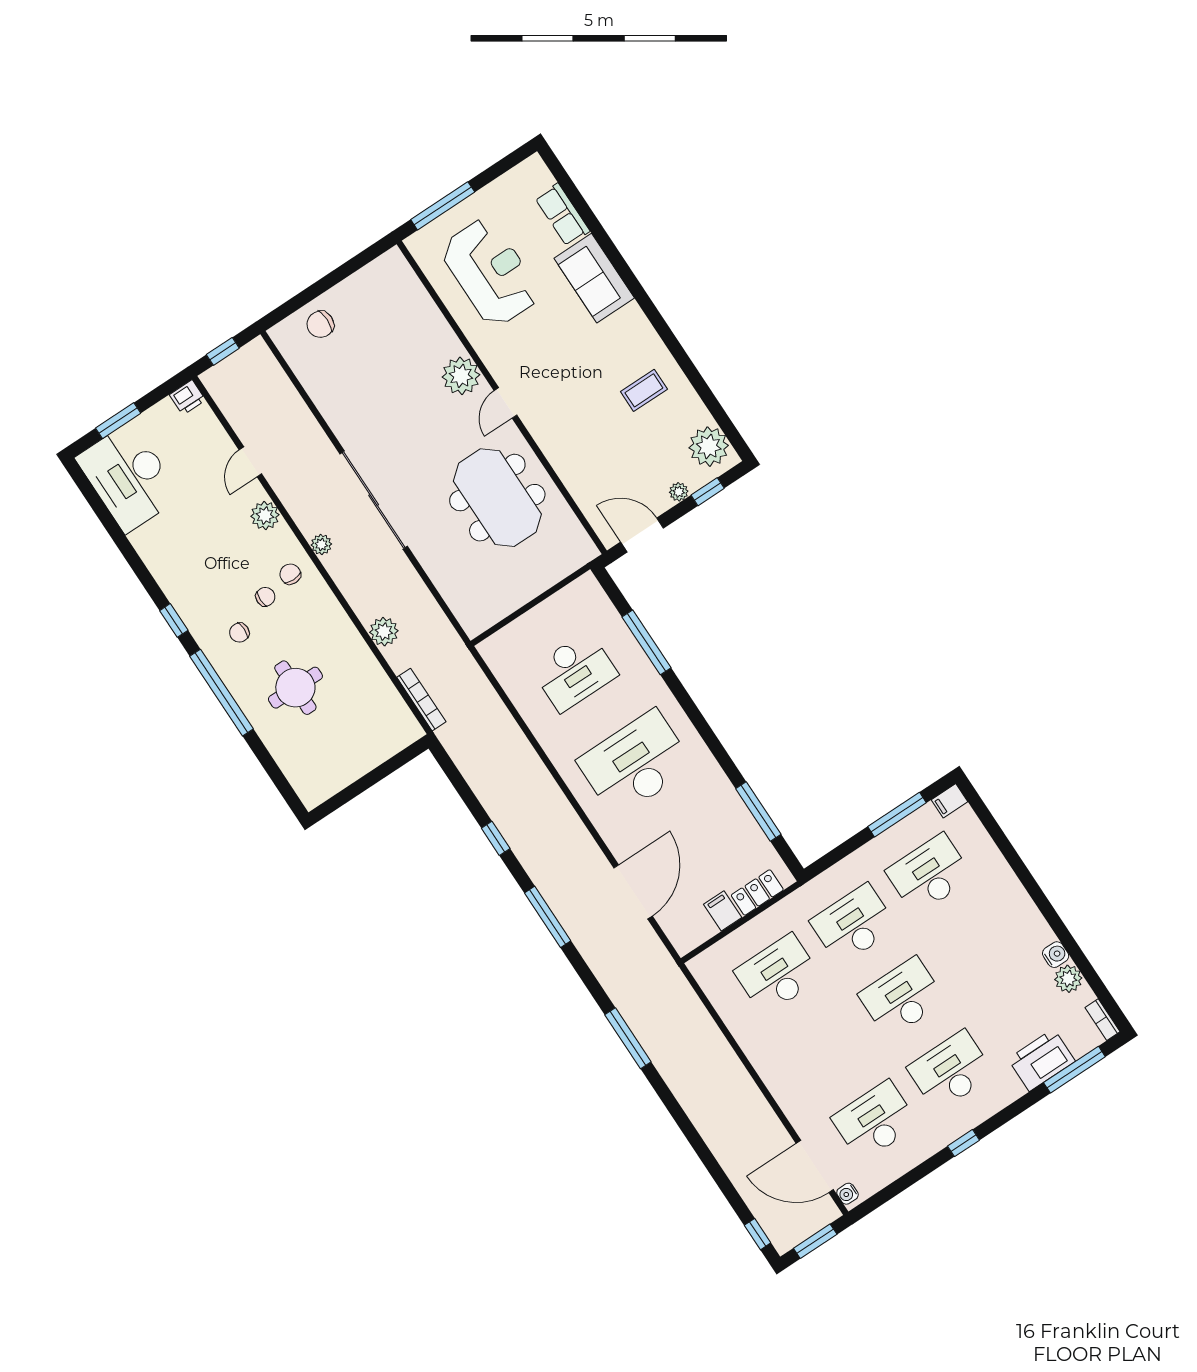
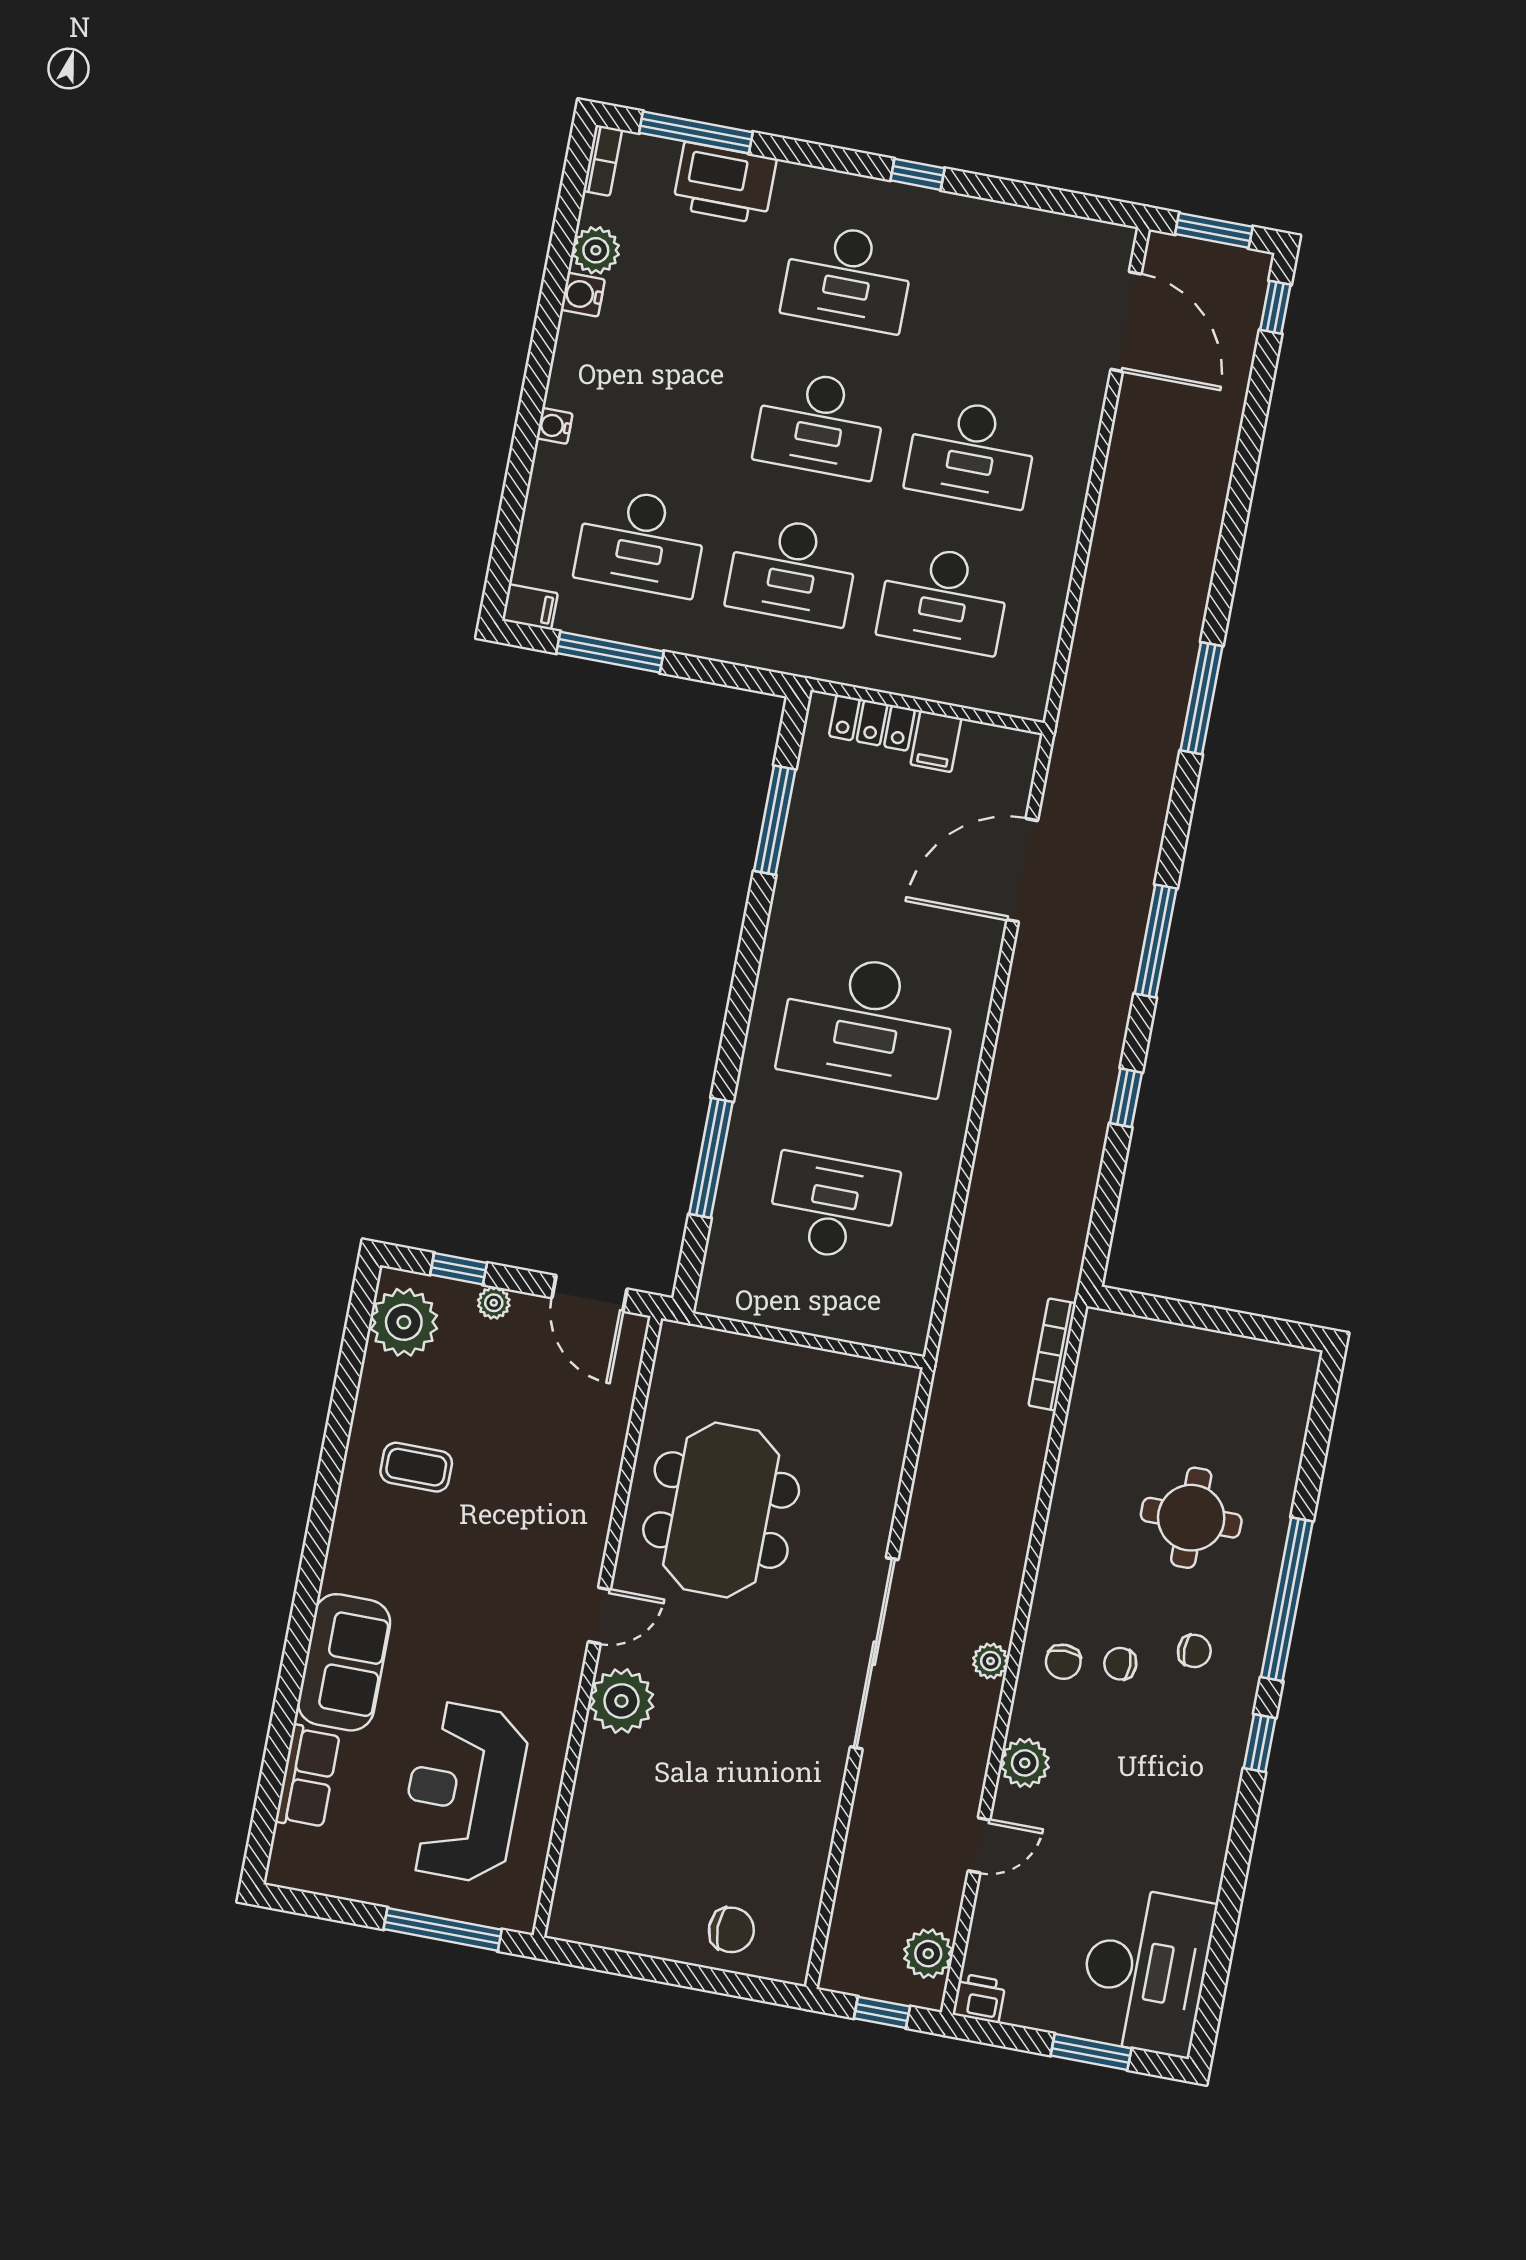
plant: (384, 632) -> (928, 1954), moved
desk: (875, 1121) -> (971, 453), moved
water cooler: (847, 1194) -> (554, 426), moved, turned 180

